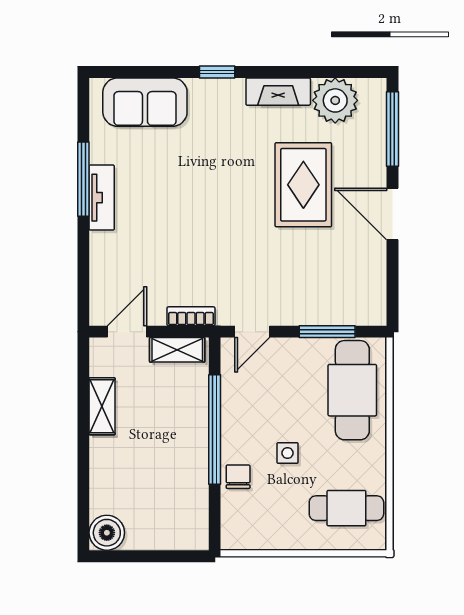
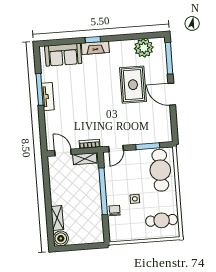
fireplace: (278, 92) -> (95, 48), moved
door: (127, 332) -> (63, 153), hinge flipped
shelving: (102, 406) -> (57, 218), moved

